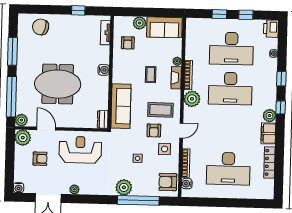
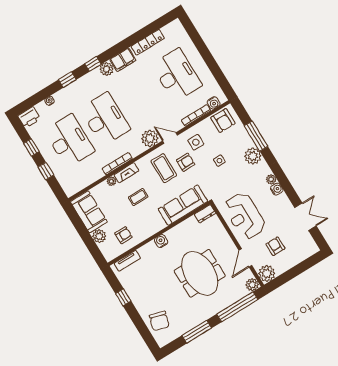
plant: (192, 99) -> (150, 138), moved
water cooler: (19, 188) -> (277, 189), moved
plant: (74, 189) -> (271, 179), moved
window: (138, 200) -> (256, 136), width x0.68

